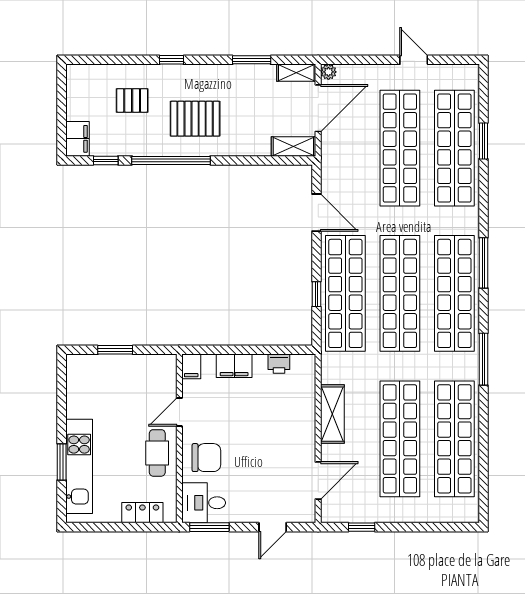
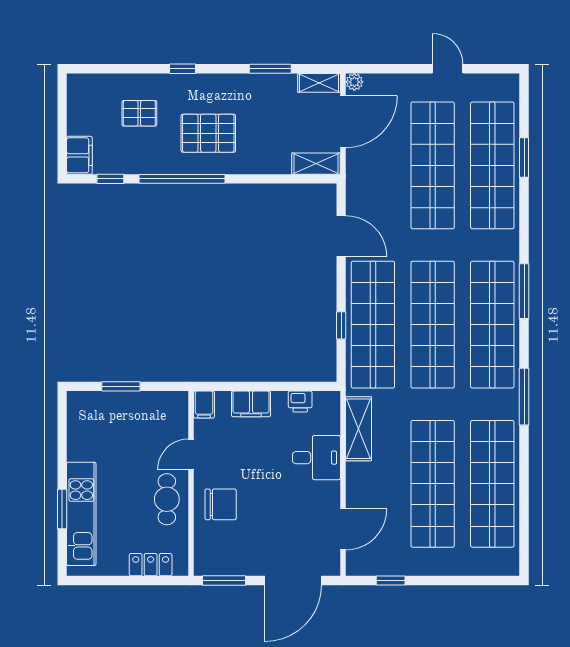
shelving: (332, 414) -> (359, 429), moved
desk: (204, 503) -> (316, 458), moved, turned 180
door: (273, 527) -> (293, 580), width x1.88

